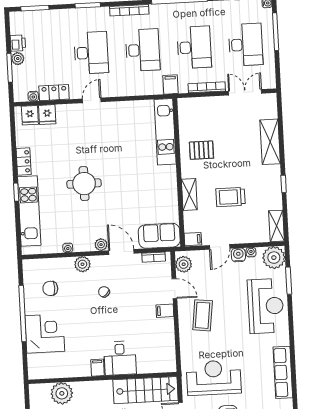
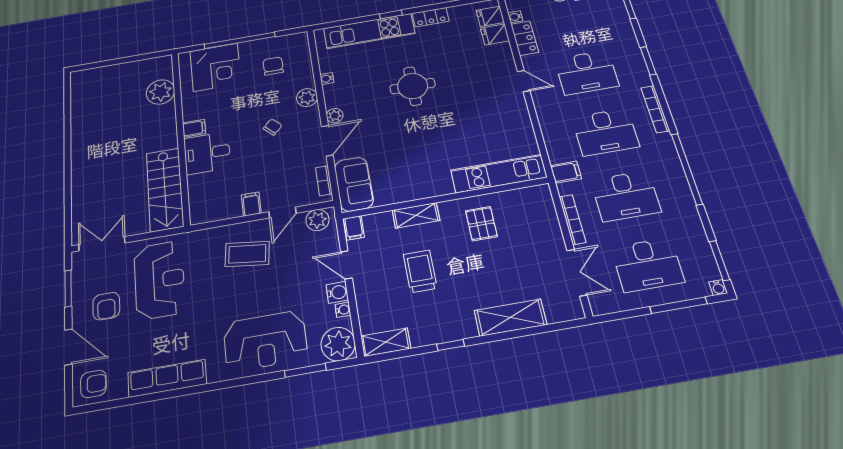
desk: (120, 358) -> (207, 153), moved
filing cabinet: (97, 368) -> (194, 128), moved
wall: (103, 378) -> (181, 136), moved
stairs: (145, 390) -> (165, 189), moved
plant: (62, 393) -> (160, 92), moved

